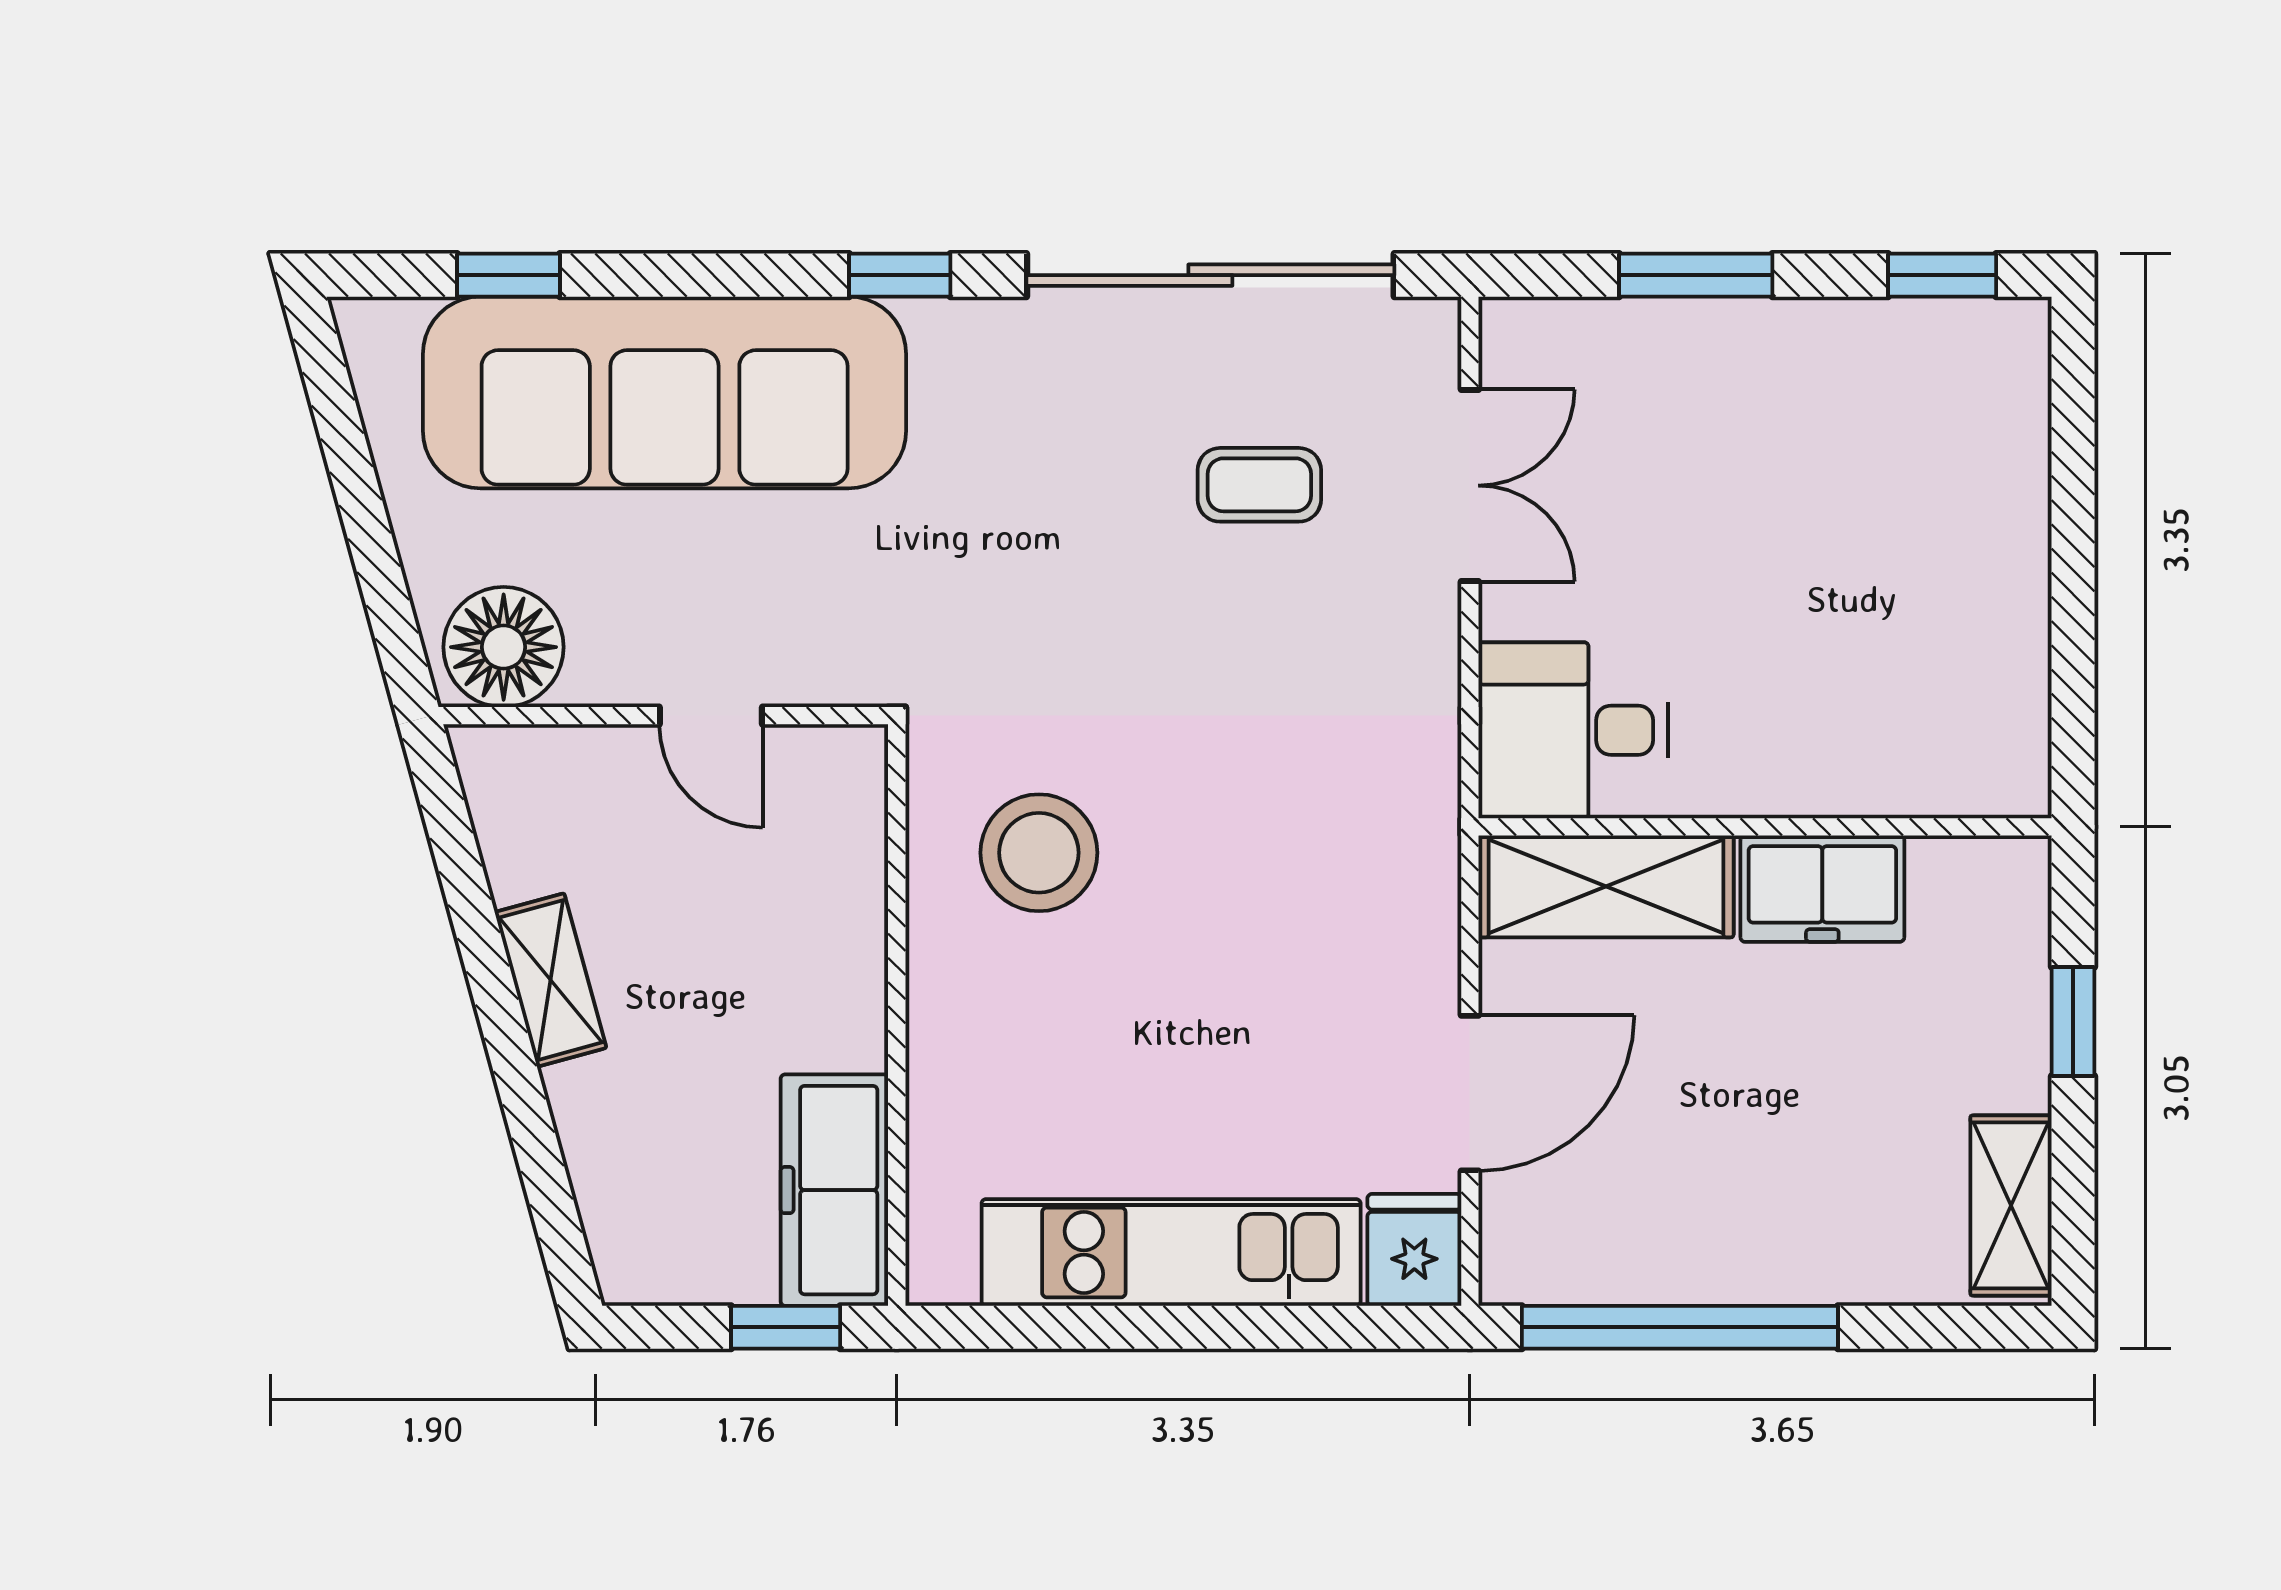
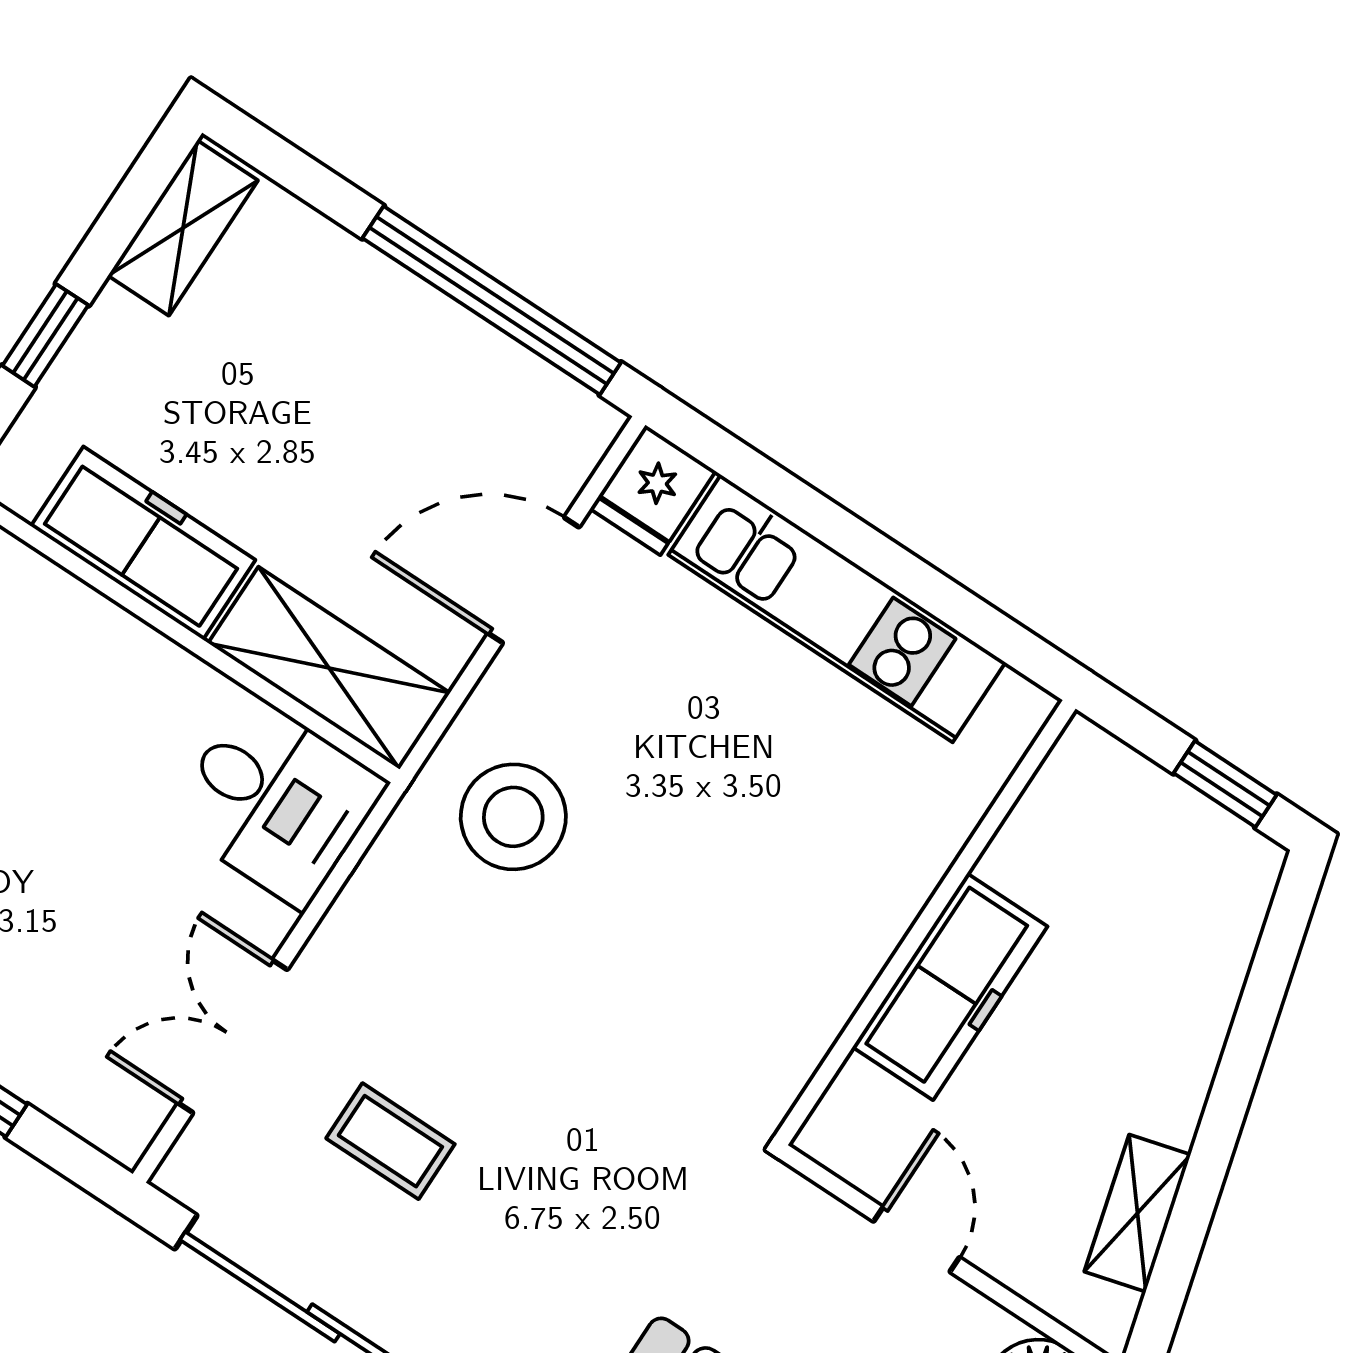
stool: (1039, 853) -> (513, 817), moved
freezer: (1822, 889) -> (143, 543), width x1.40
shelving: (551, 980) -> (1137, 1213), moved
freezer: (834, 1190) -> (950, 987), moved
window: (786, 1327) -> (1225, 784), moved

